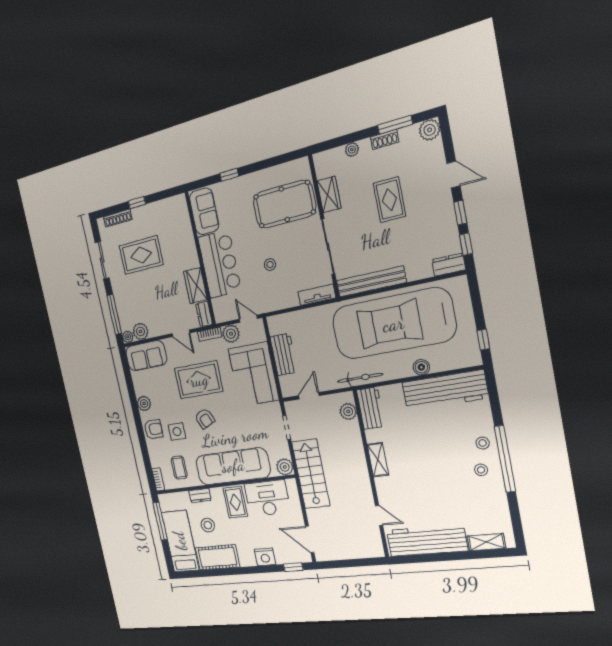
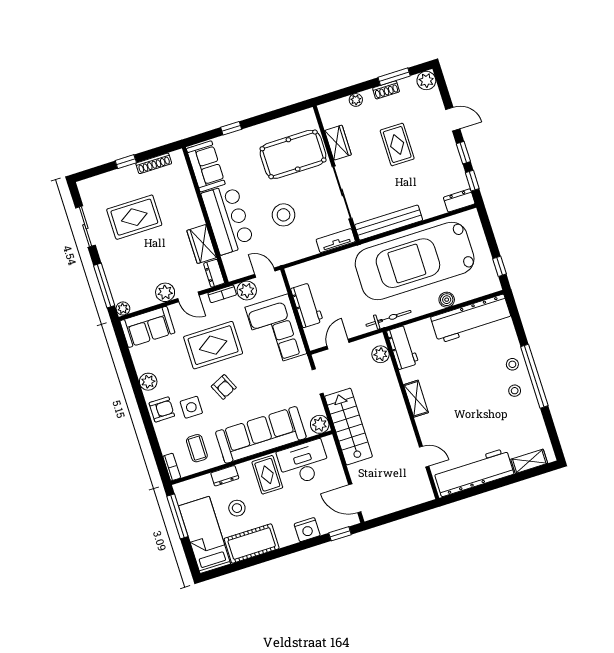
shoe rack: (118, 218) -> (154, 163), moved
stool: (270, 265) -> (284, 215), width x1.89, depth x1.89
plant: (141, 331) -> (165, 292), moved

